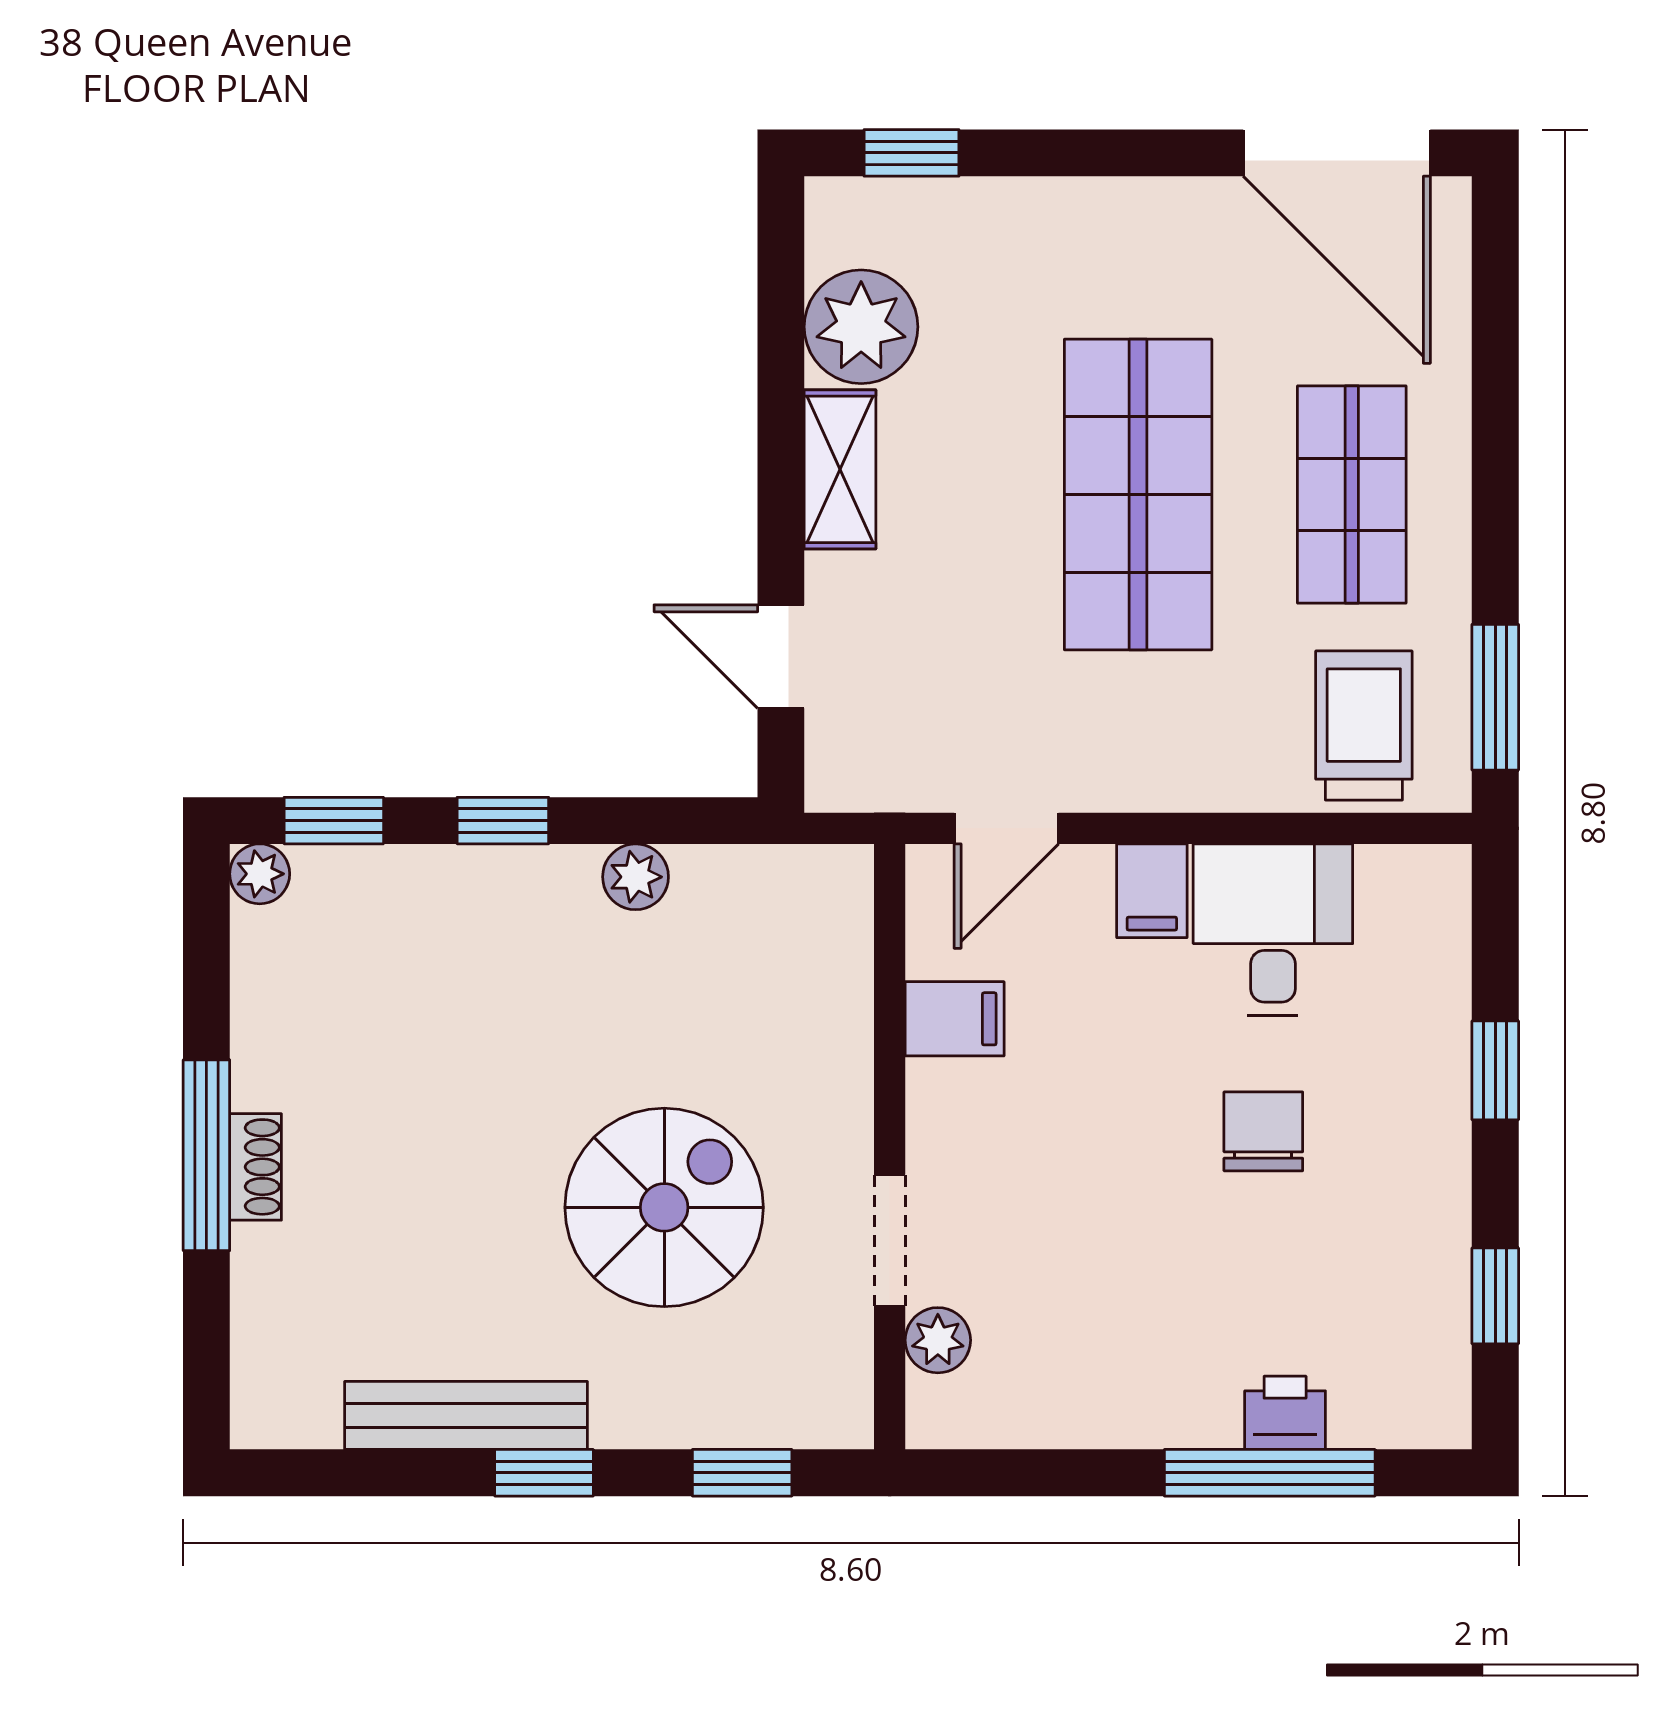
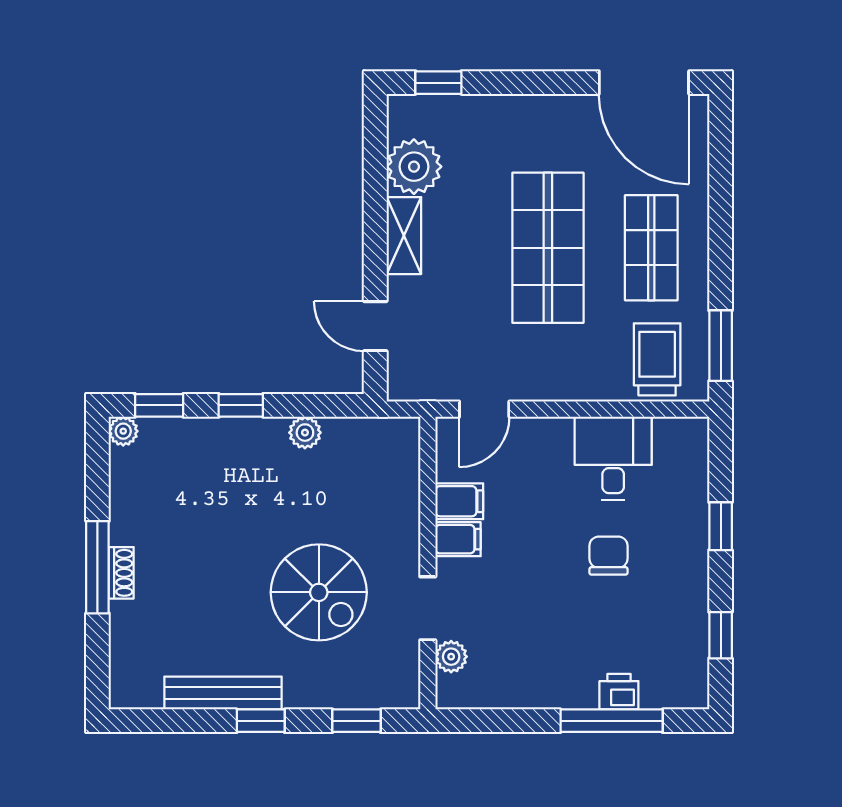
filing cabinet: (1152, 891) -> (458, 539), moved, turned -90
spiral stairs: (664, 1207) -> (319, 592), turned 90

